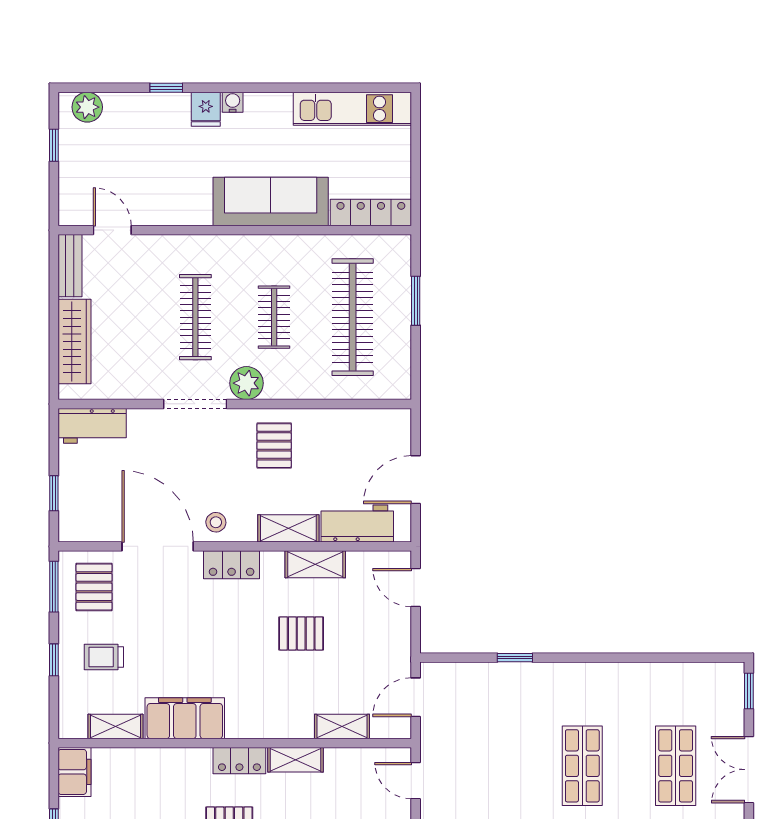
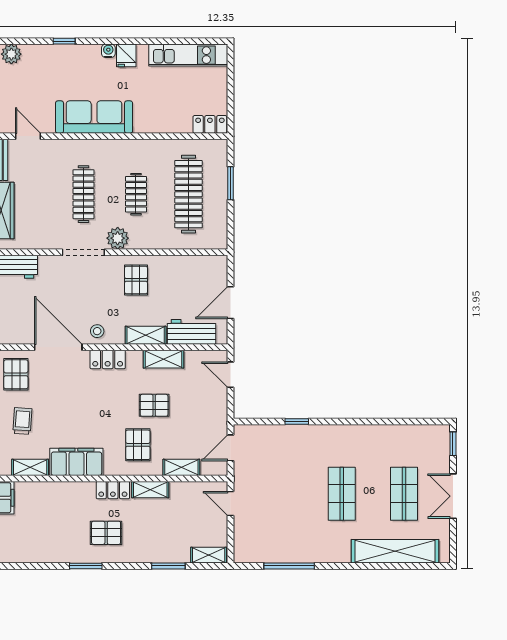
fridge: (206, 109) -> (126, 55), moved
sofa: (271, 201) -> (94, 117), moved
locker: (371, 213) -> (210, 124), width x0.66
trolley: (104, 657) -> (22, 421), turned 94
pallet: (277, 693) -> (138, 445), added

